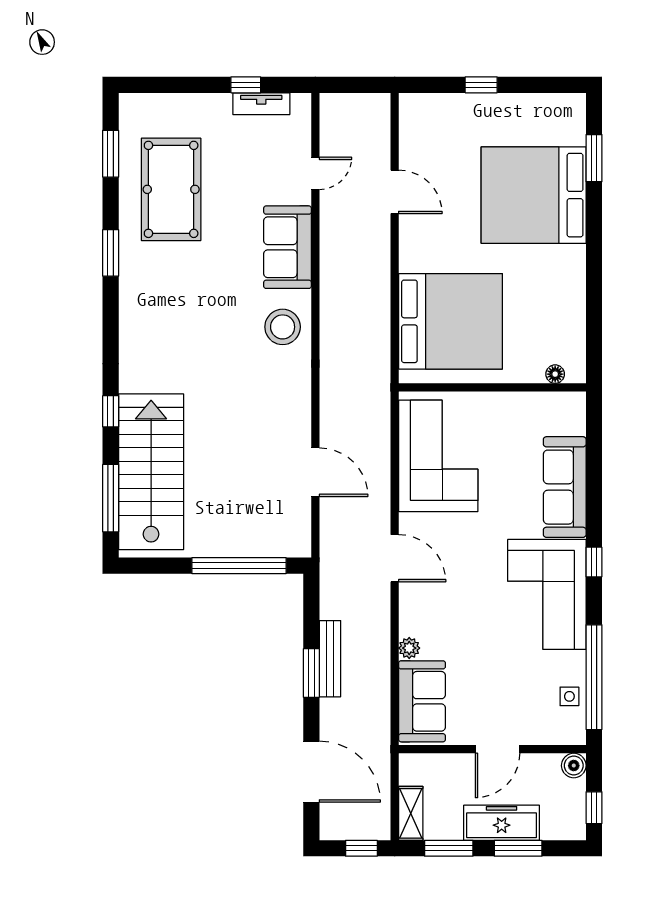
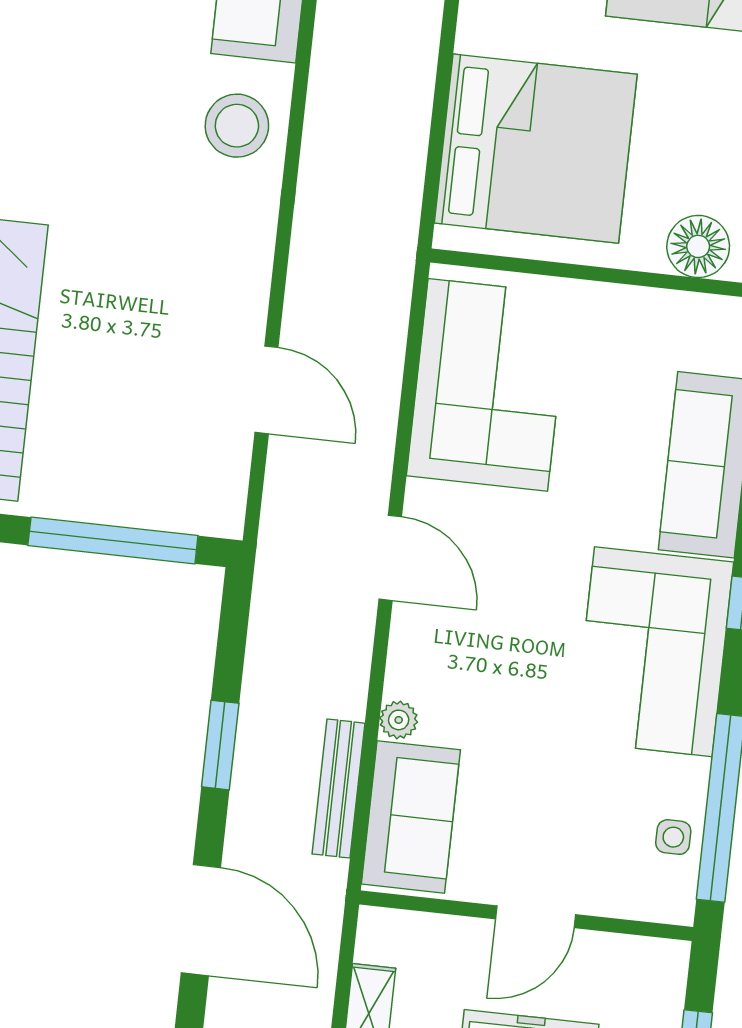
floor lamp: (555, 374) -> (698, 246), width x1.89, depth x1.89
bench: (330, 659) -> (339, 789), moved
boiler: (574, 766) -> (667, 961), removed

